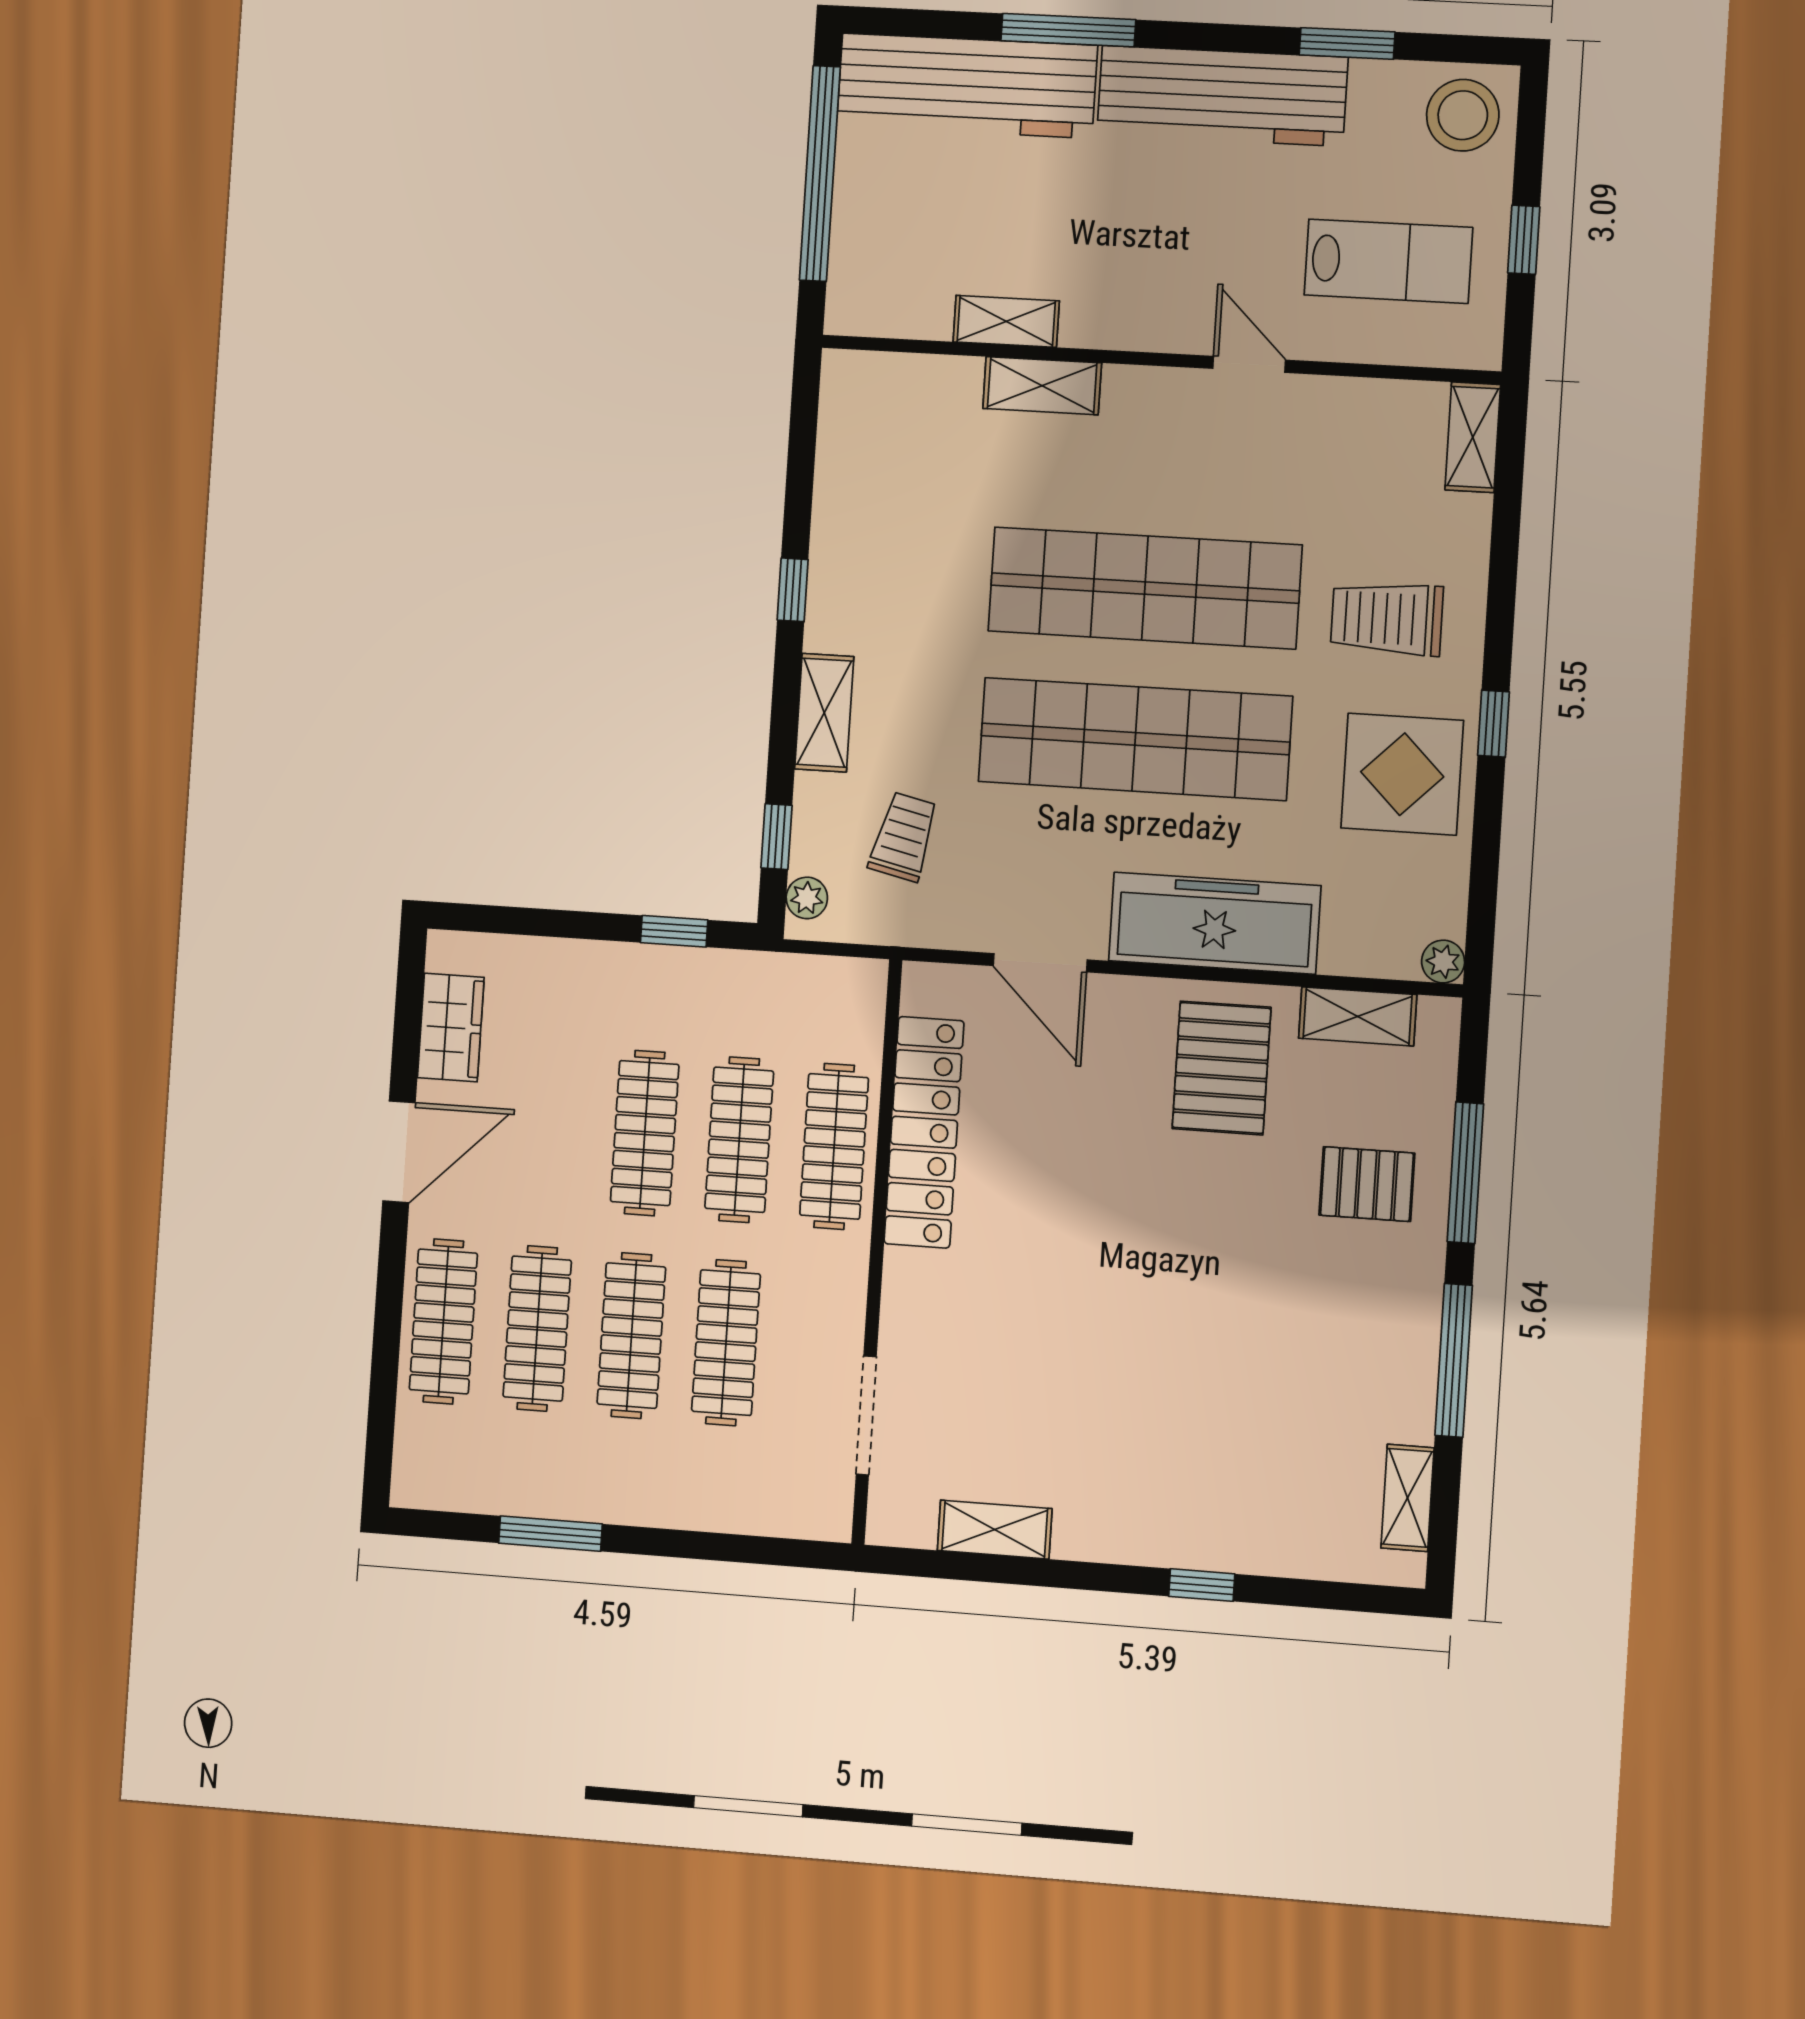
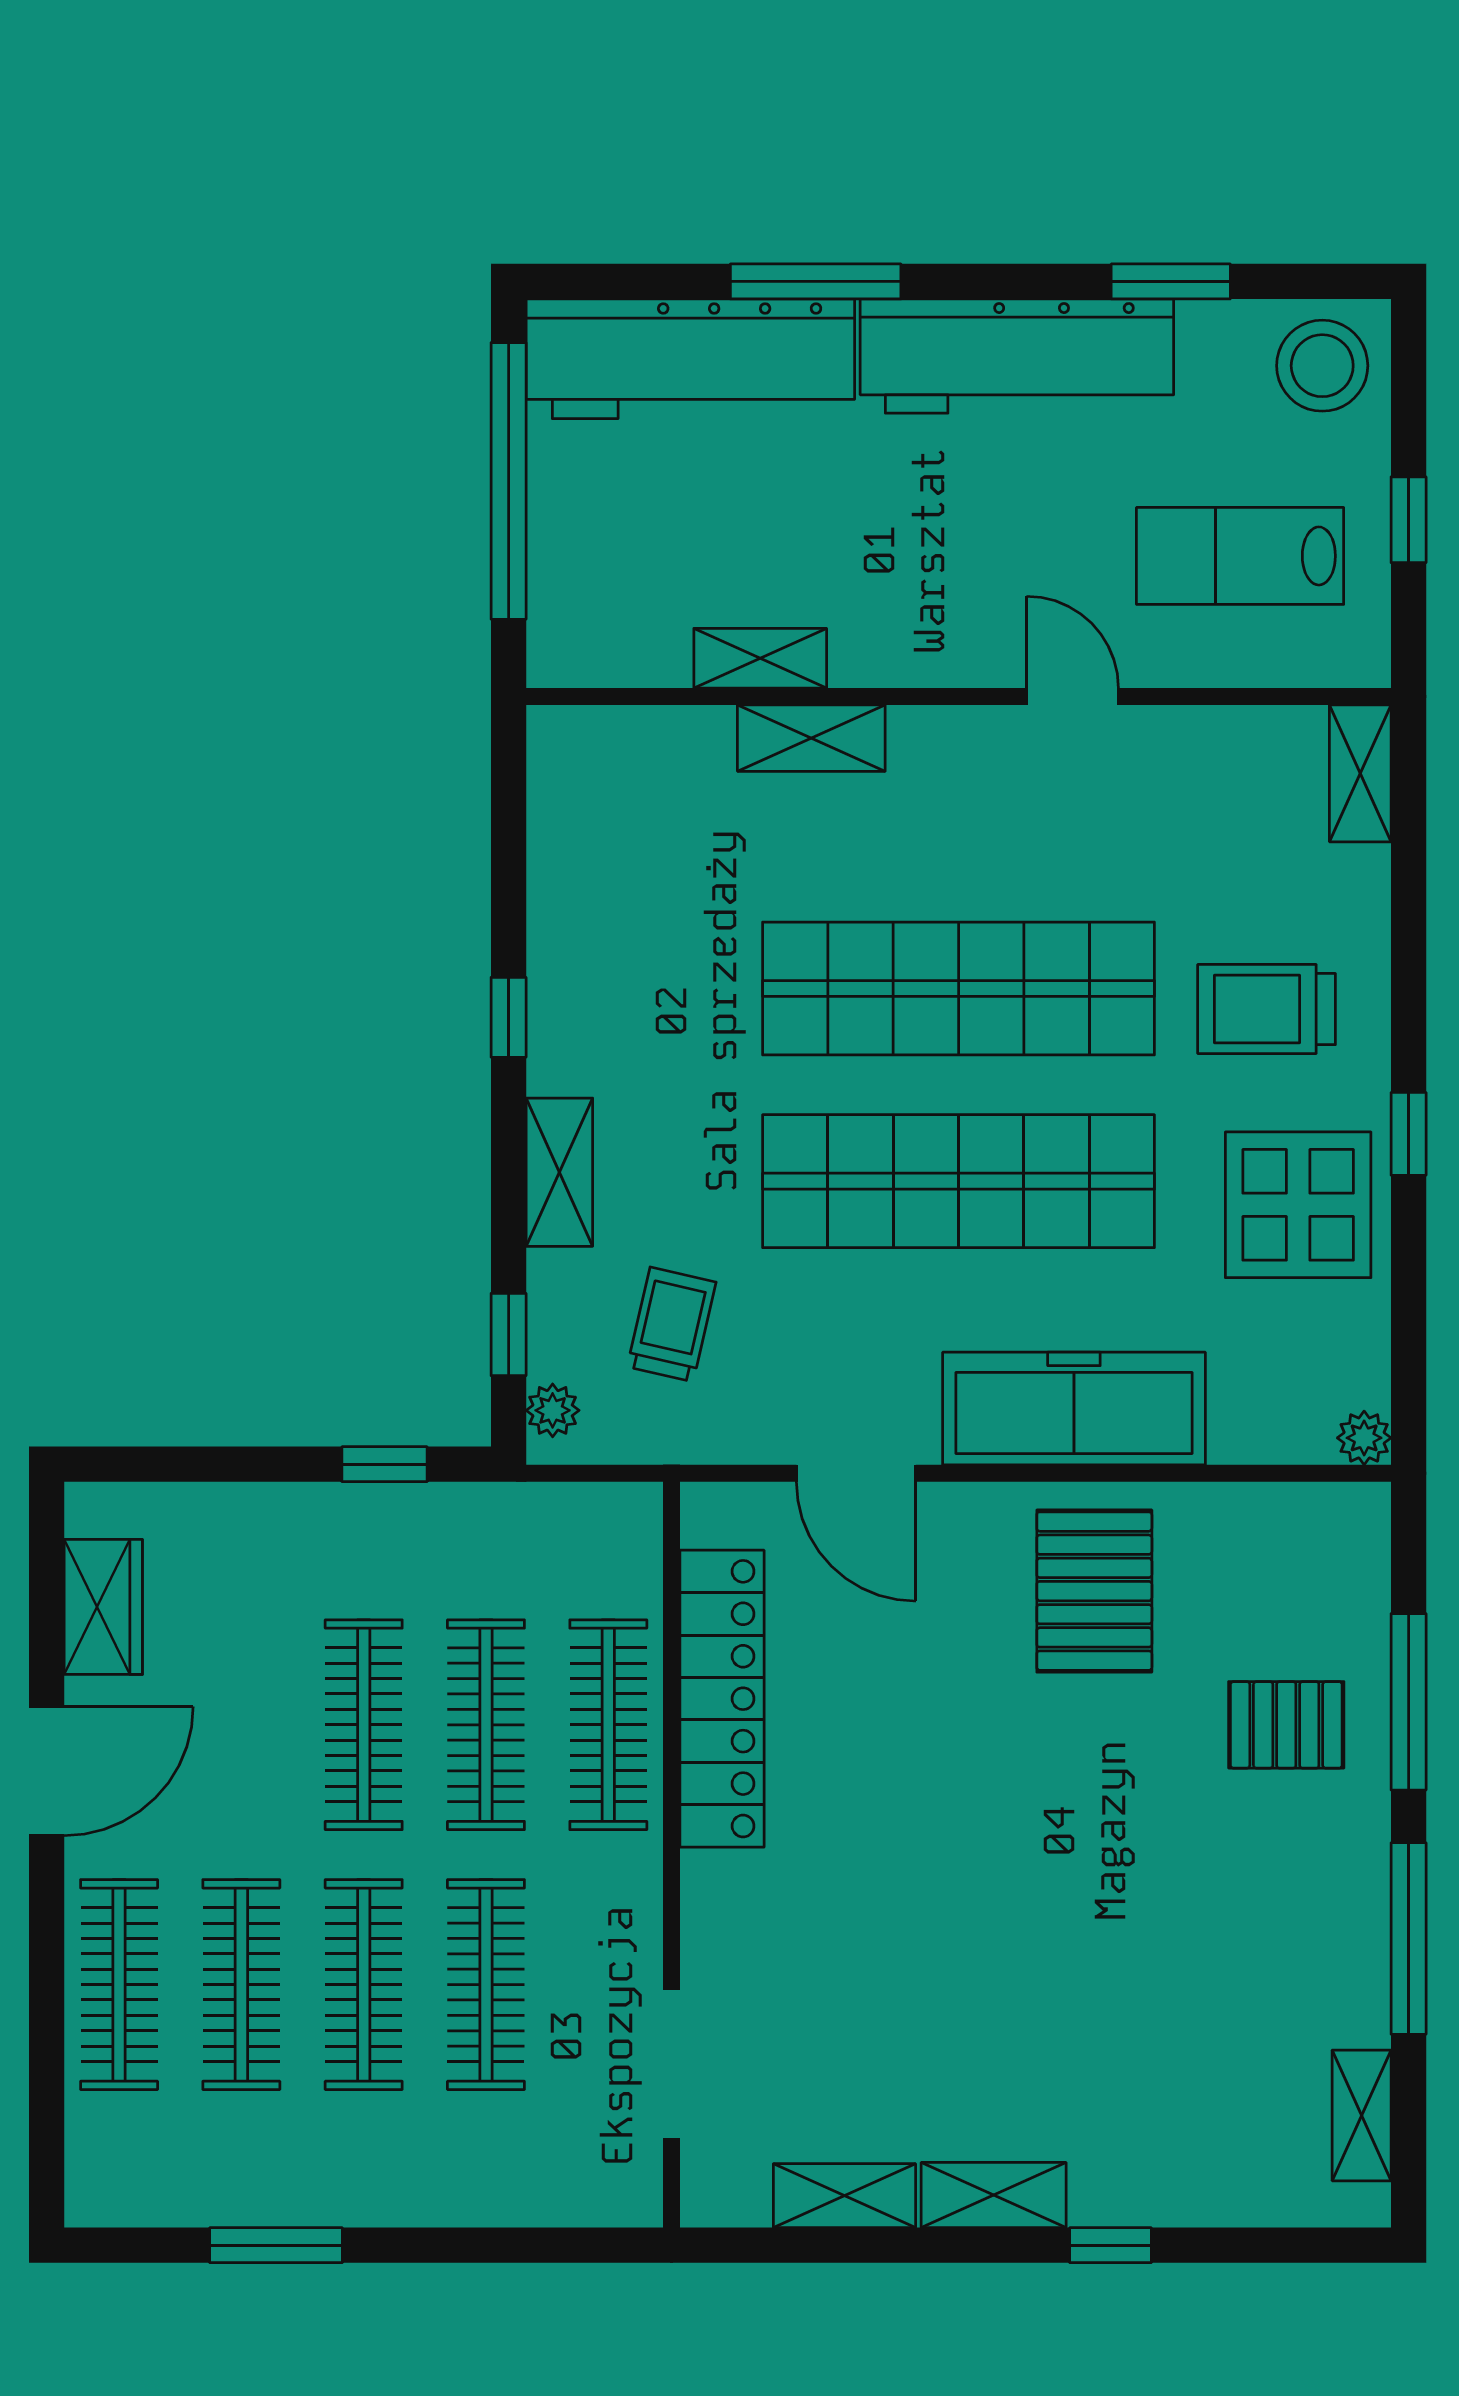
lab bench: (1388, 261) -> (1240, 556), turned 180
shelving: (1358, 1016) -> (994, 2195), moved

